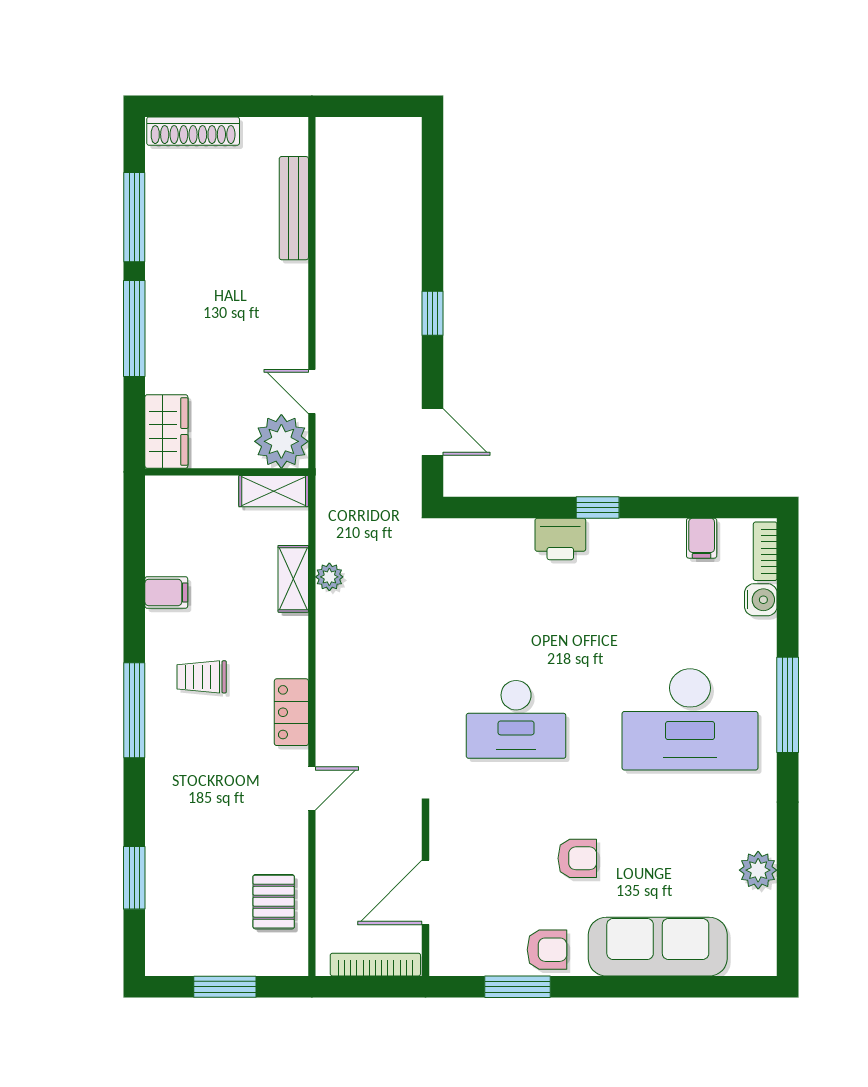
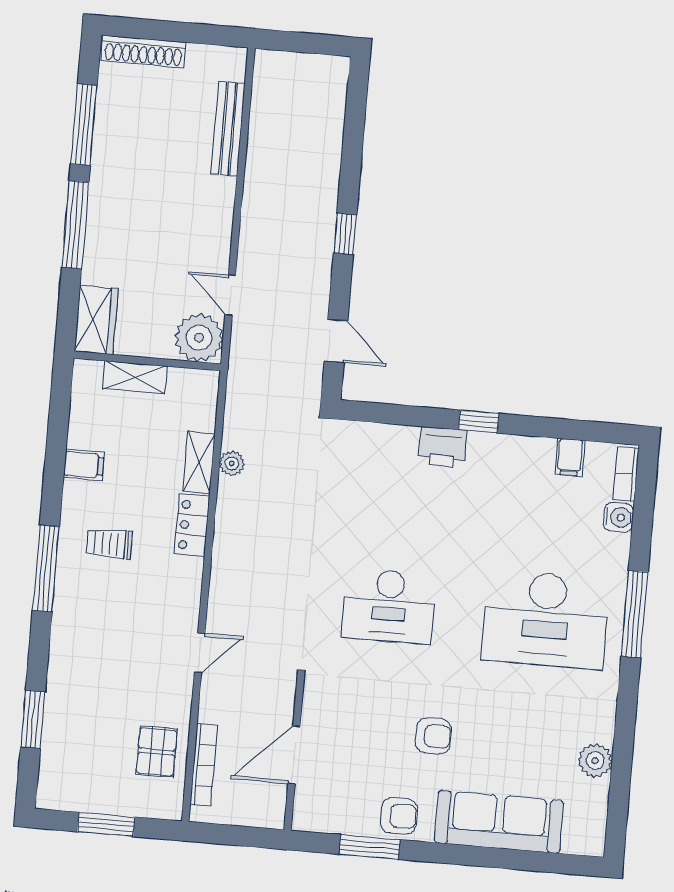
shelving: (274, 491) -> (135, 377), moved
locker: (291, 712) -> (192, 525), moved
bookcase: (375, 965) -> (204, 765), moved, turned 90

